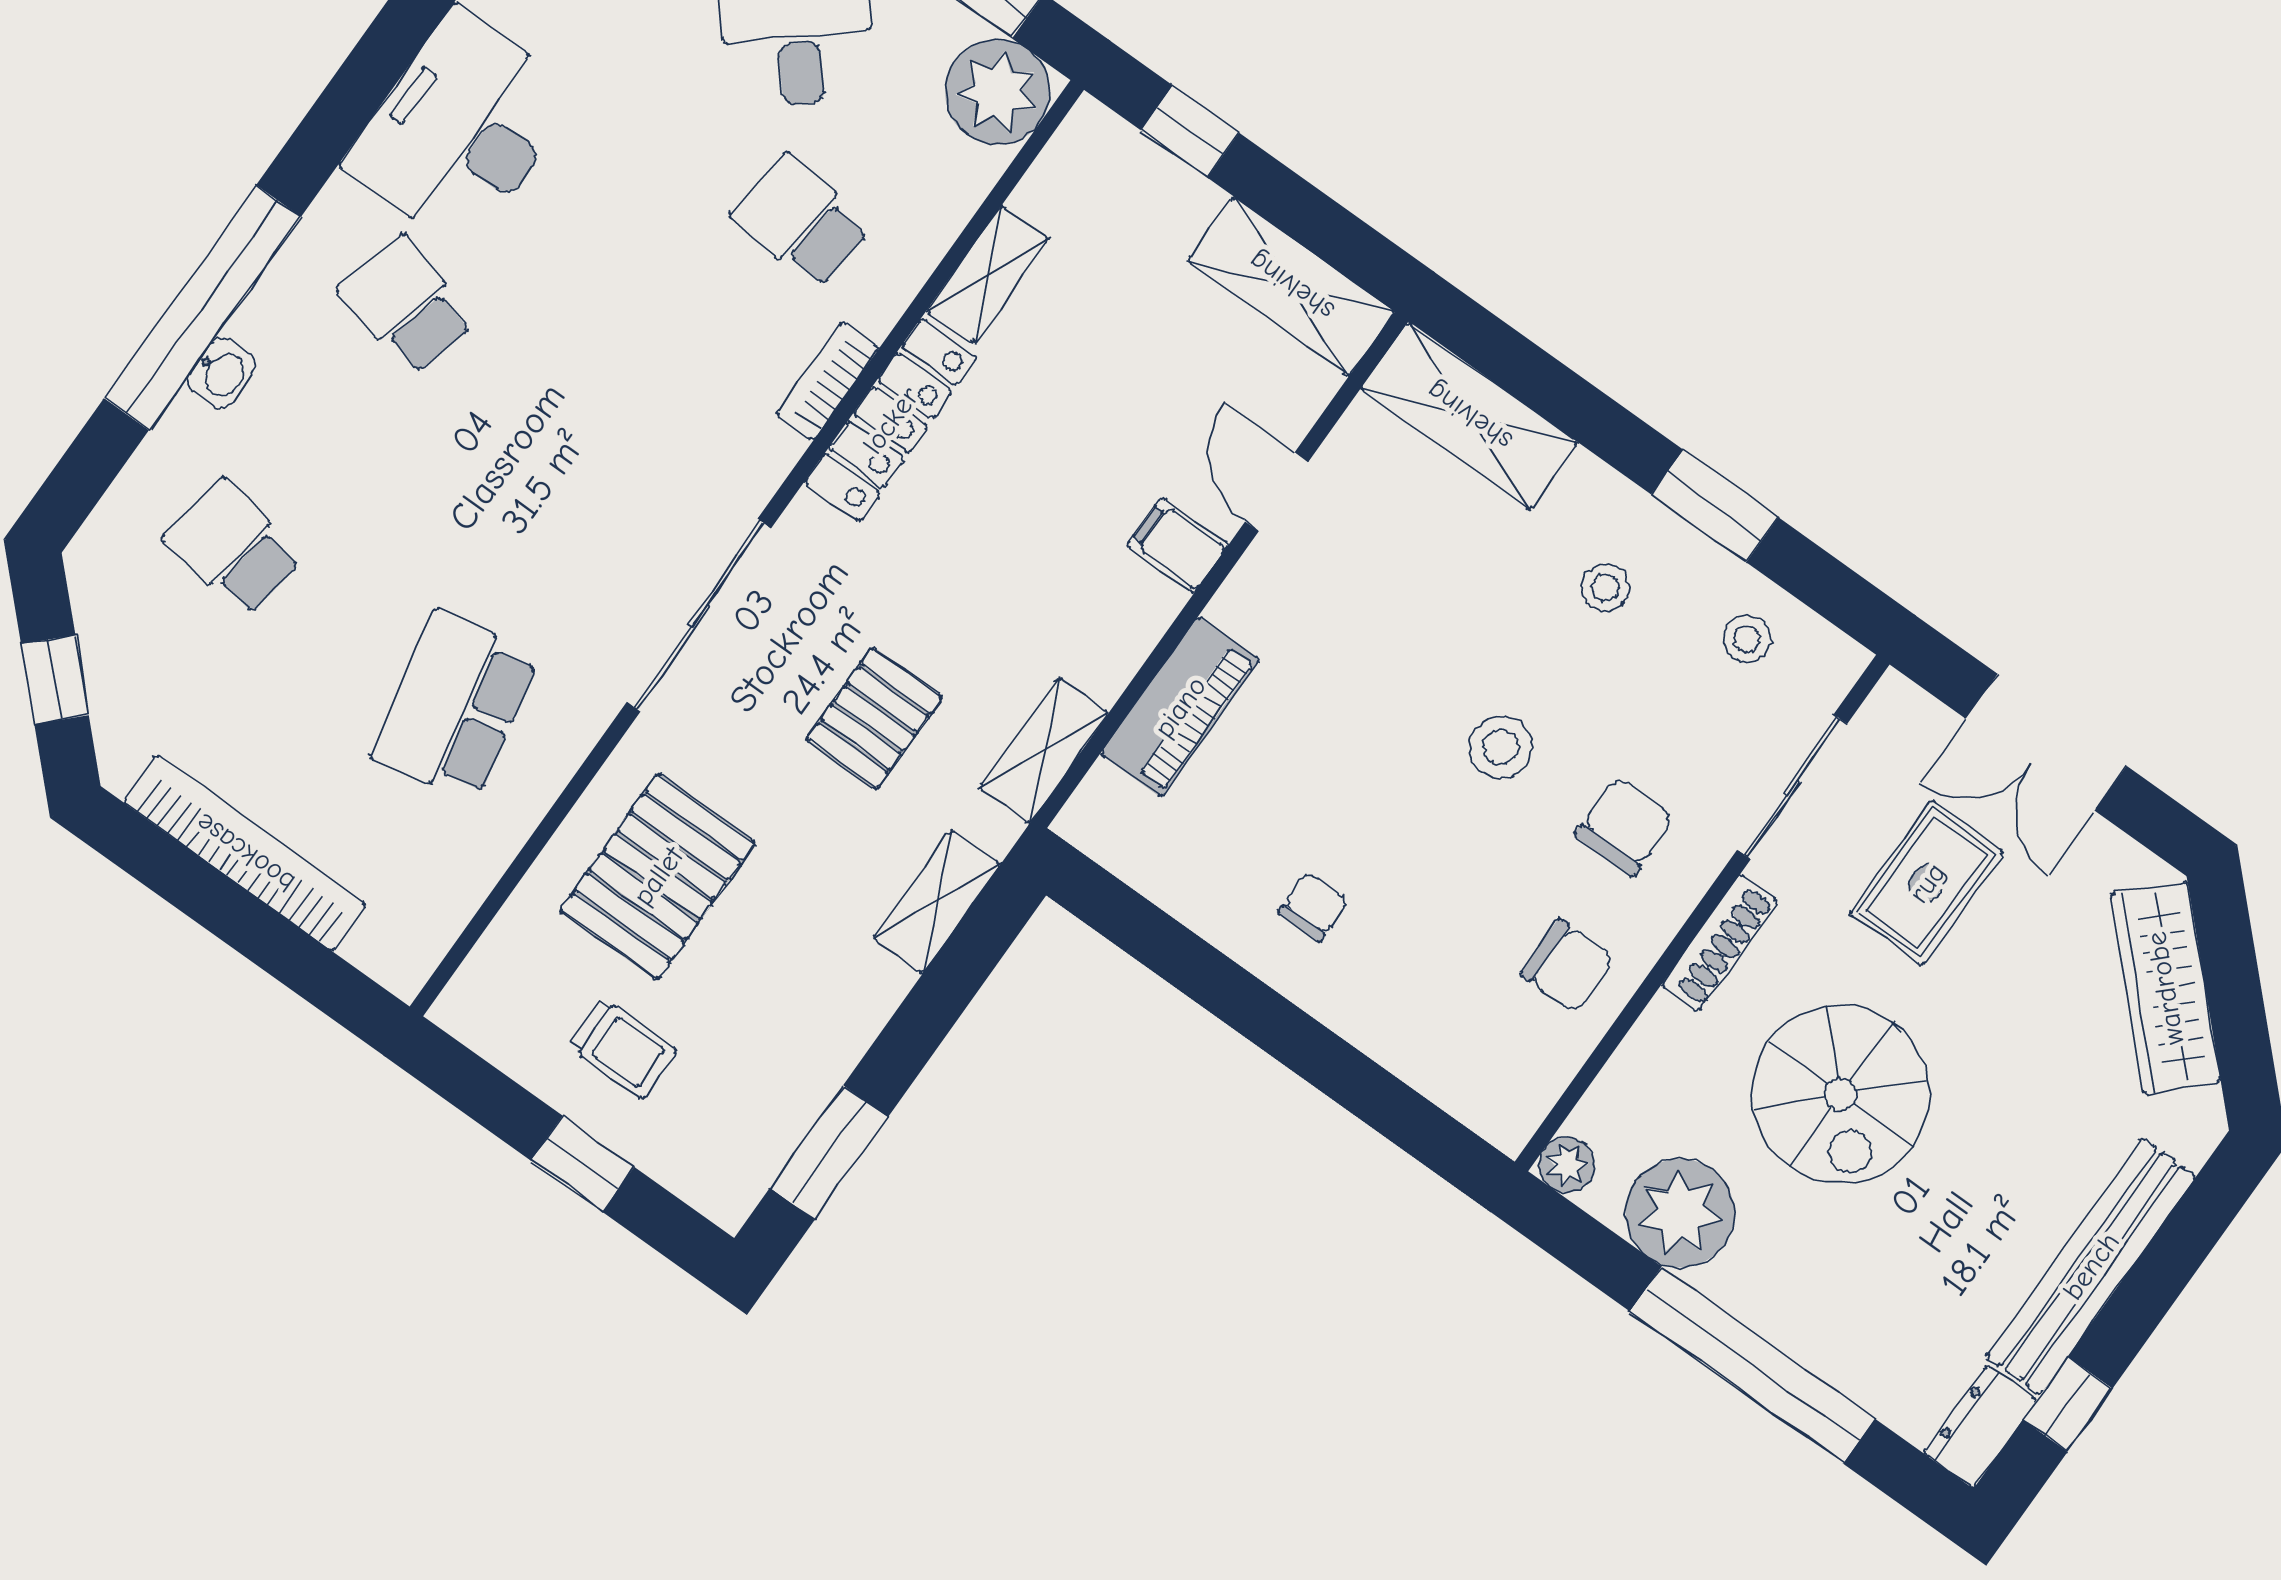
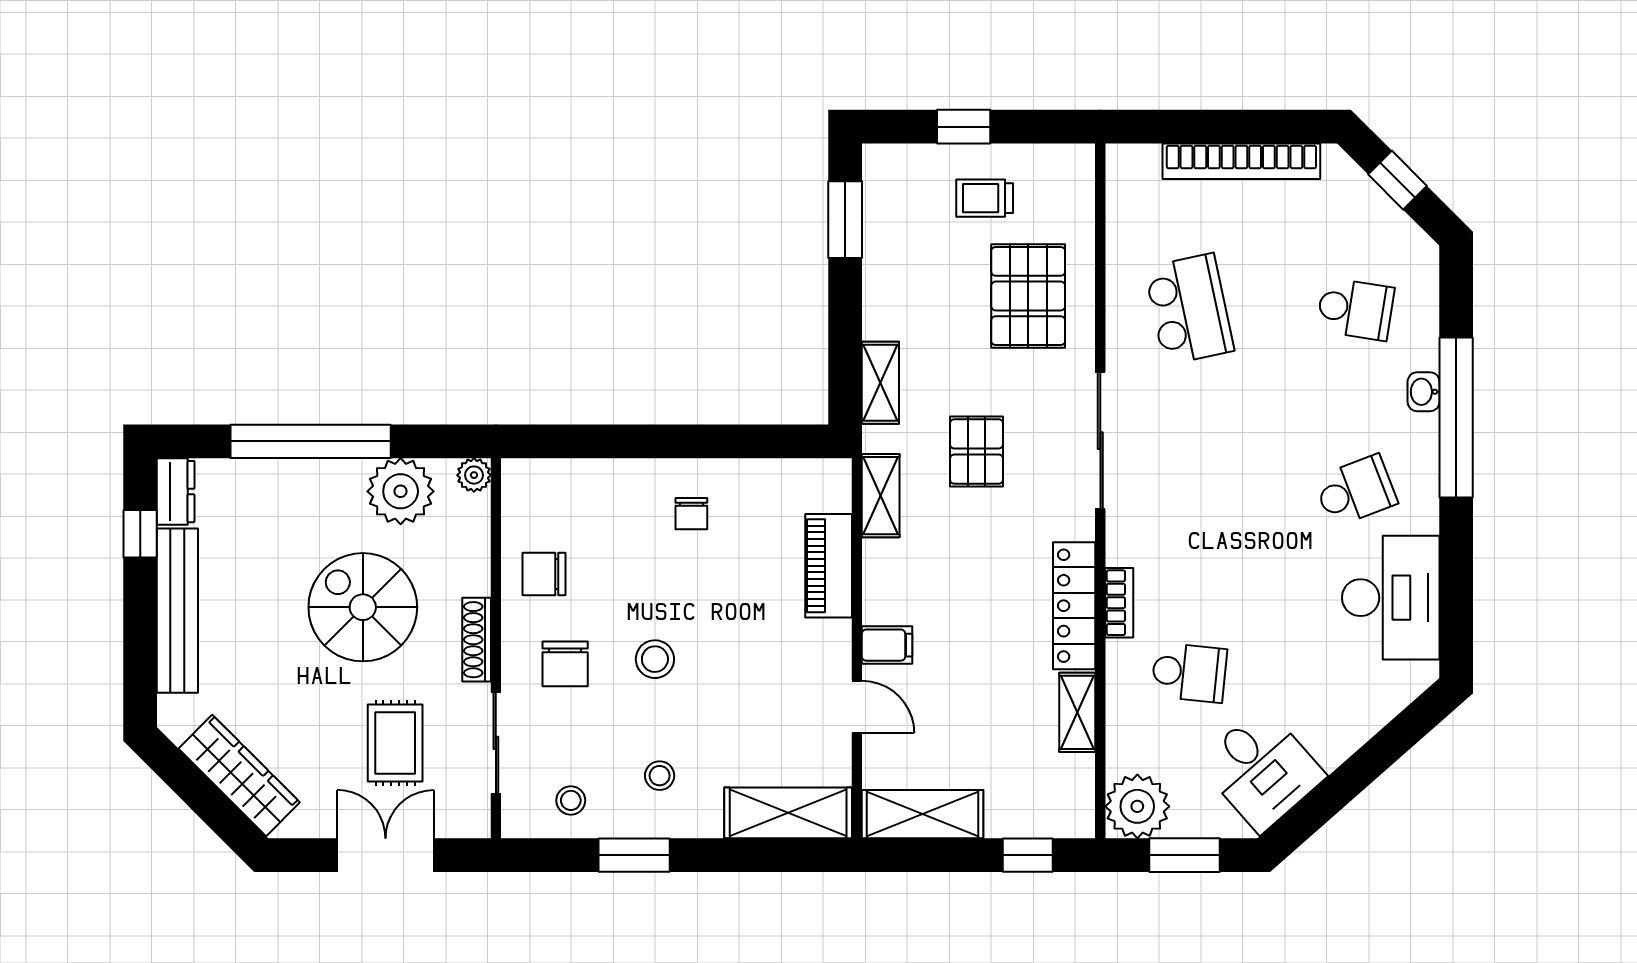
school desk: (407, 305) -> (1355, 491), turned -36

